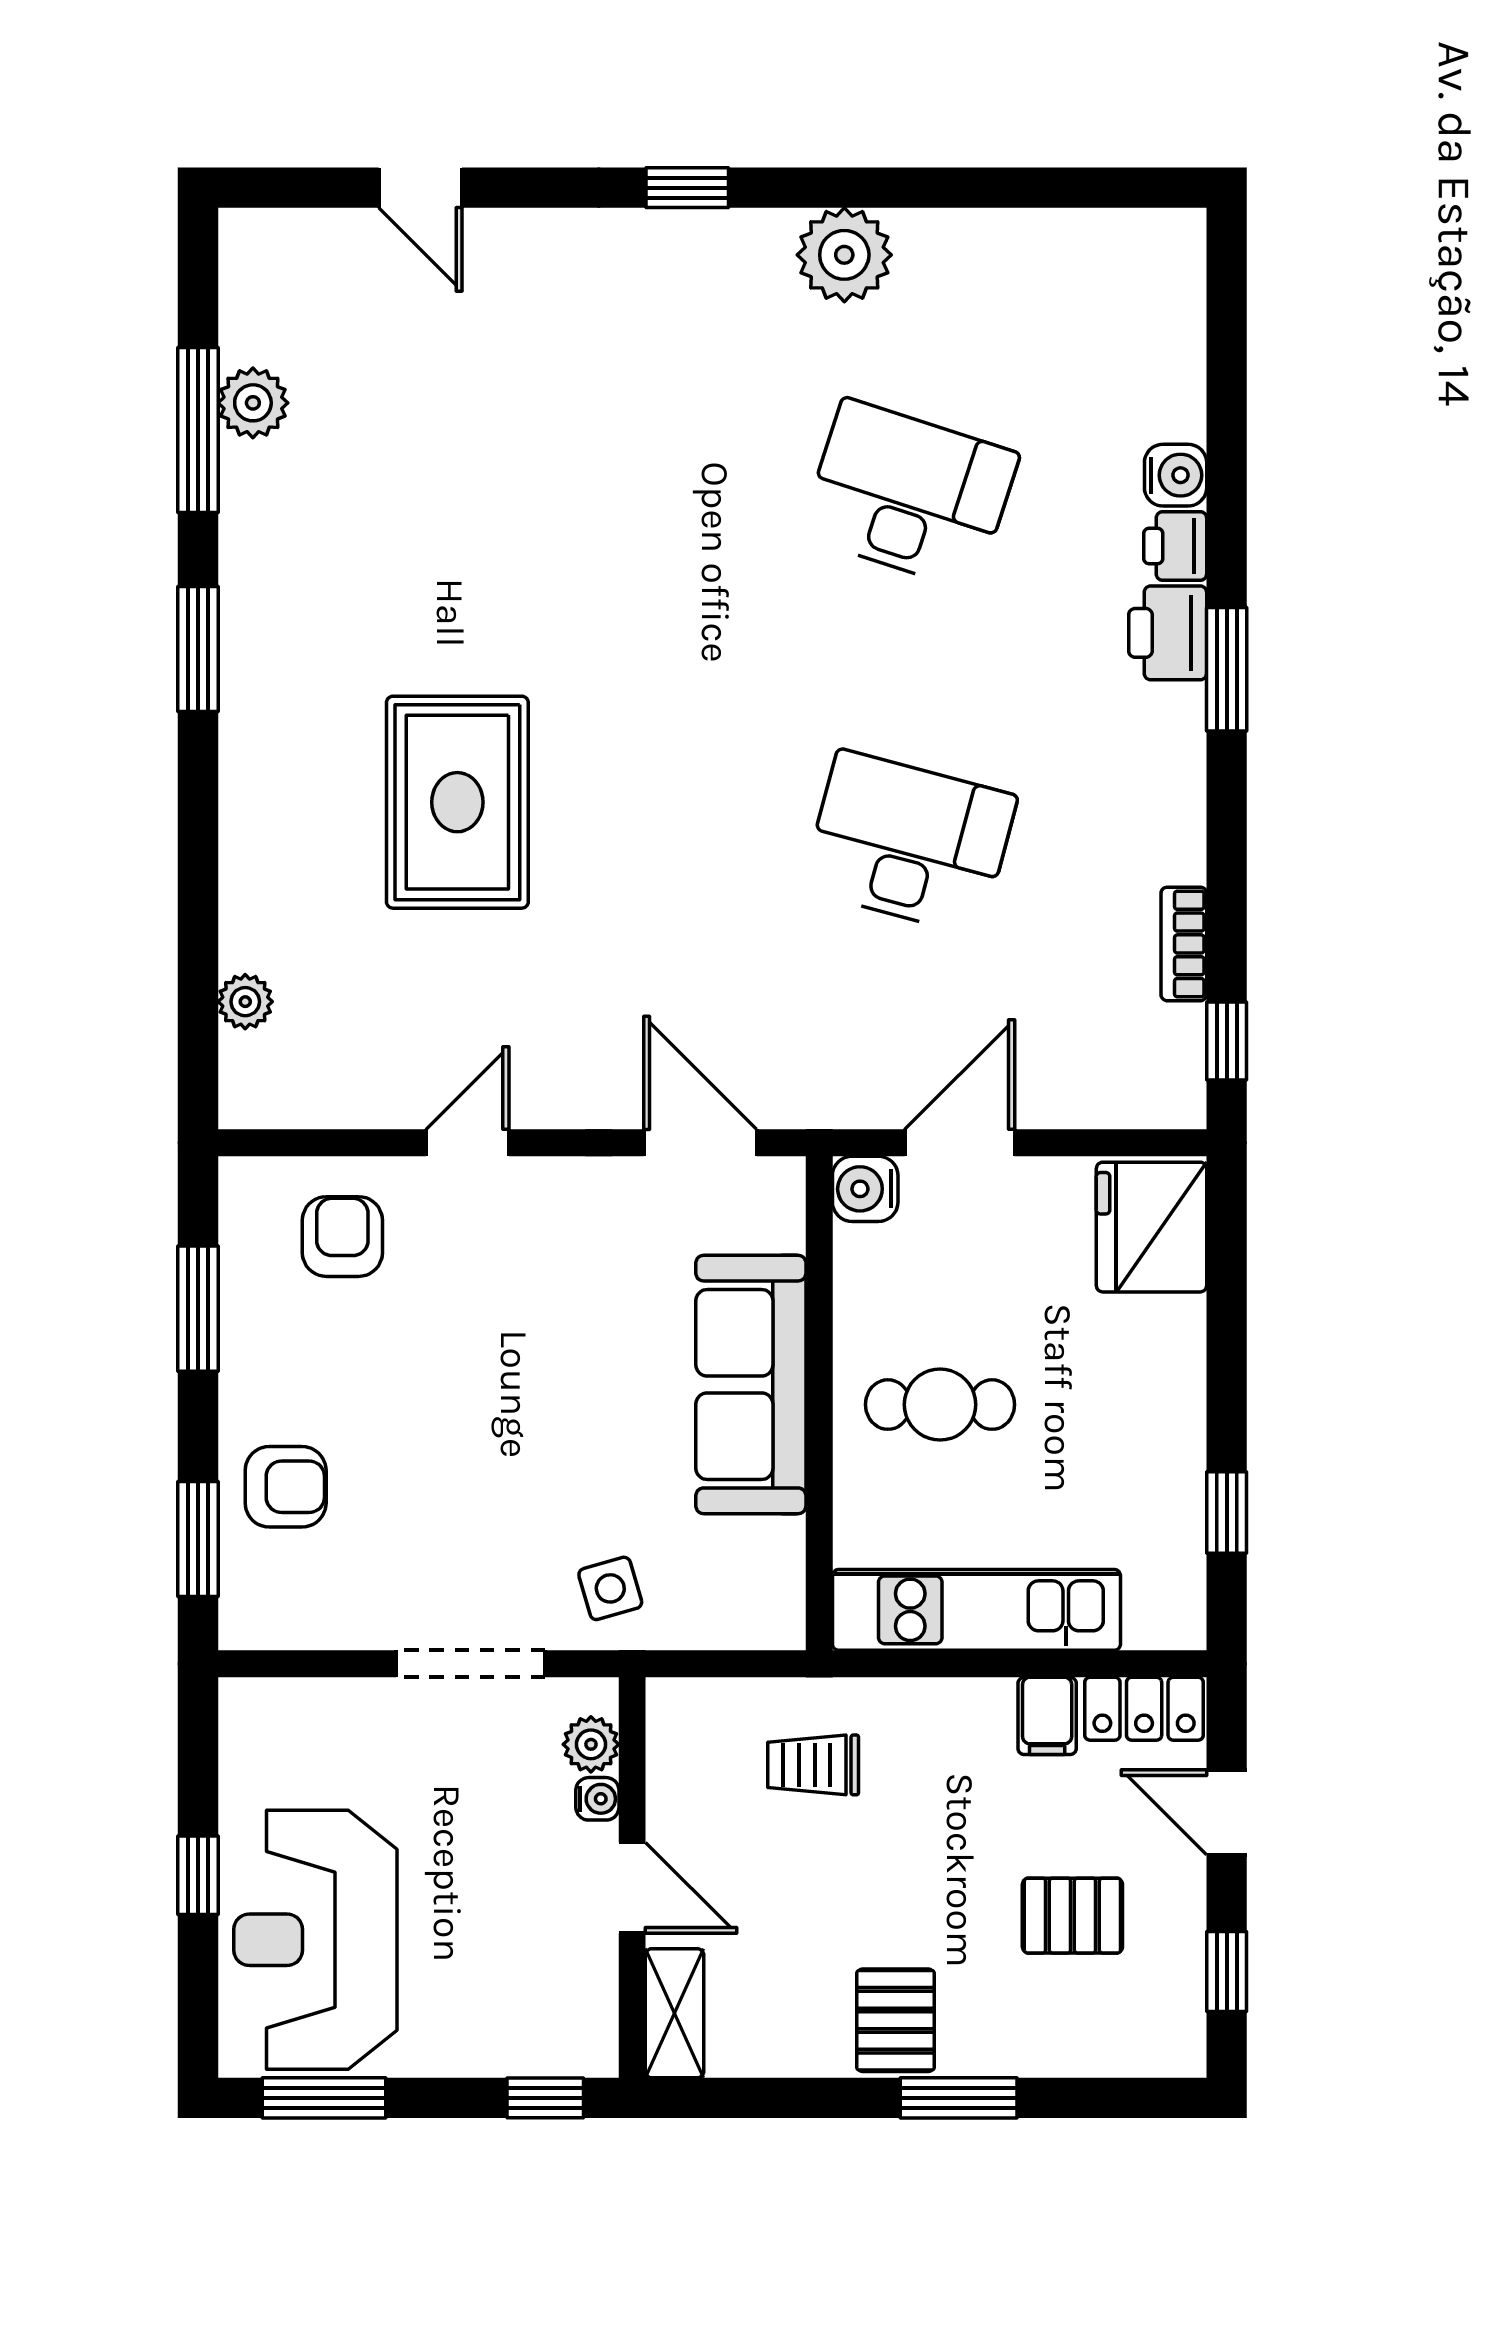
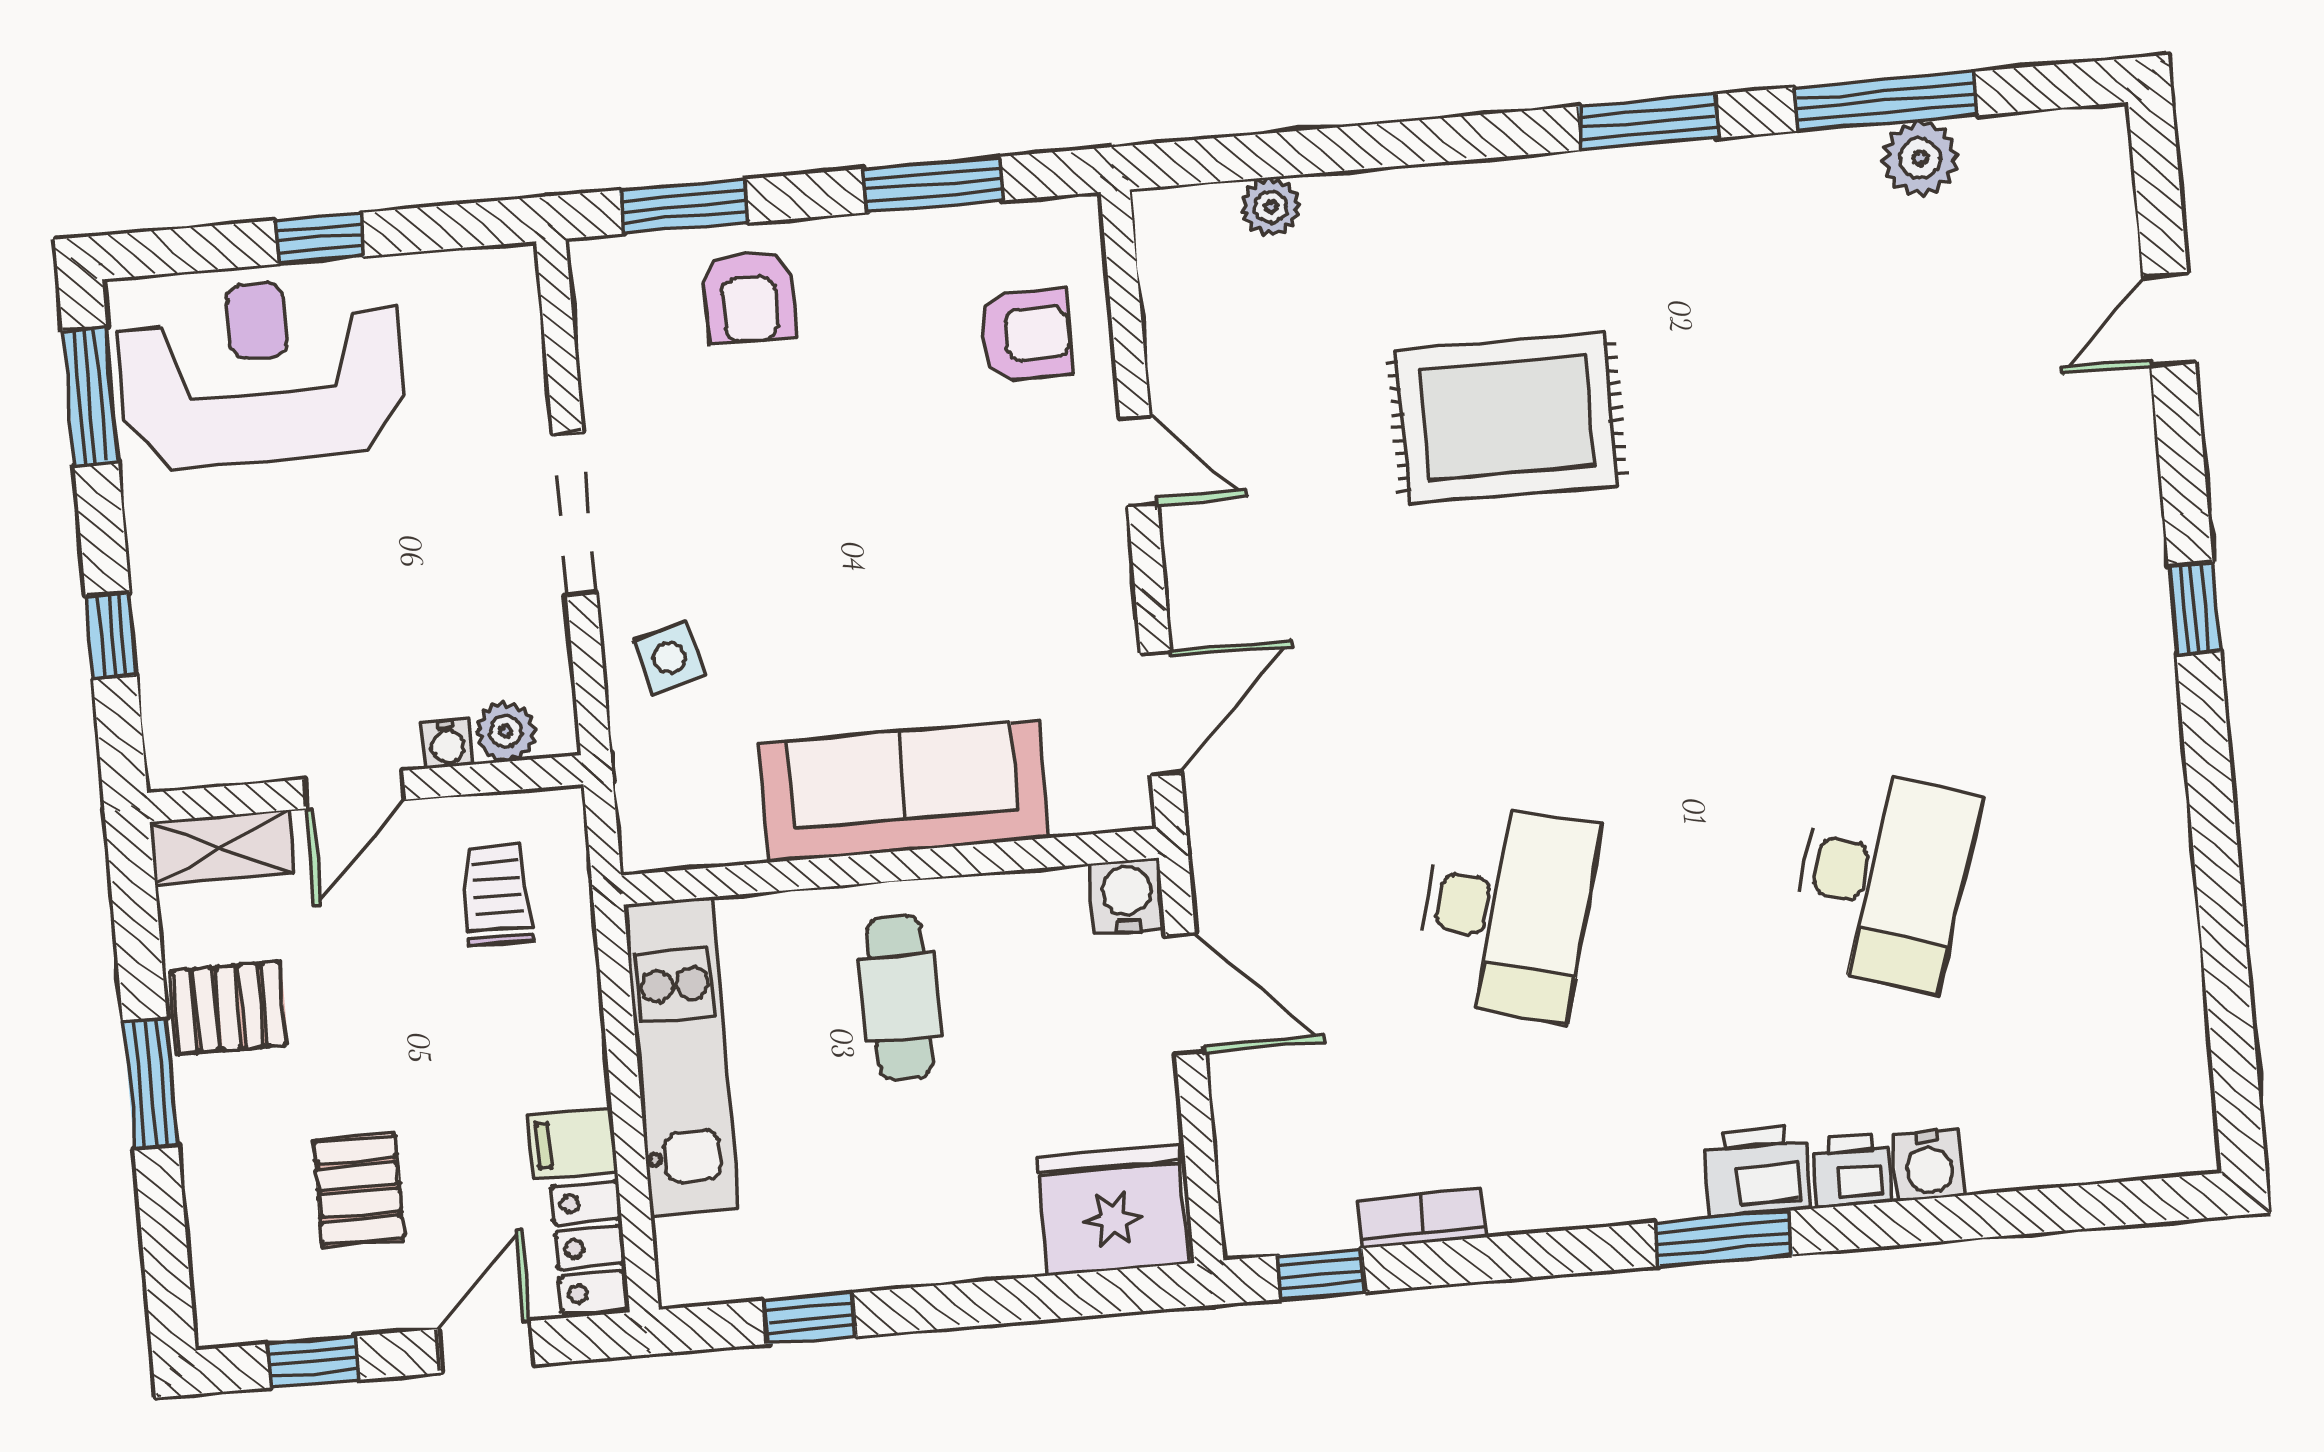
plant: (844, 255) -> (2137, 785), removed
plant: (591, 1744) -> (506, 731), moved
water cooler: (597, 1799) -> (447, 743), moved
wall: (632, 1878) -> (365, 789), moved
door: (632, 1888) -> (354, 790), moved
shelving: (675, 2013) -> (222, 847), moved

